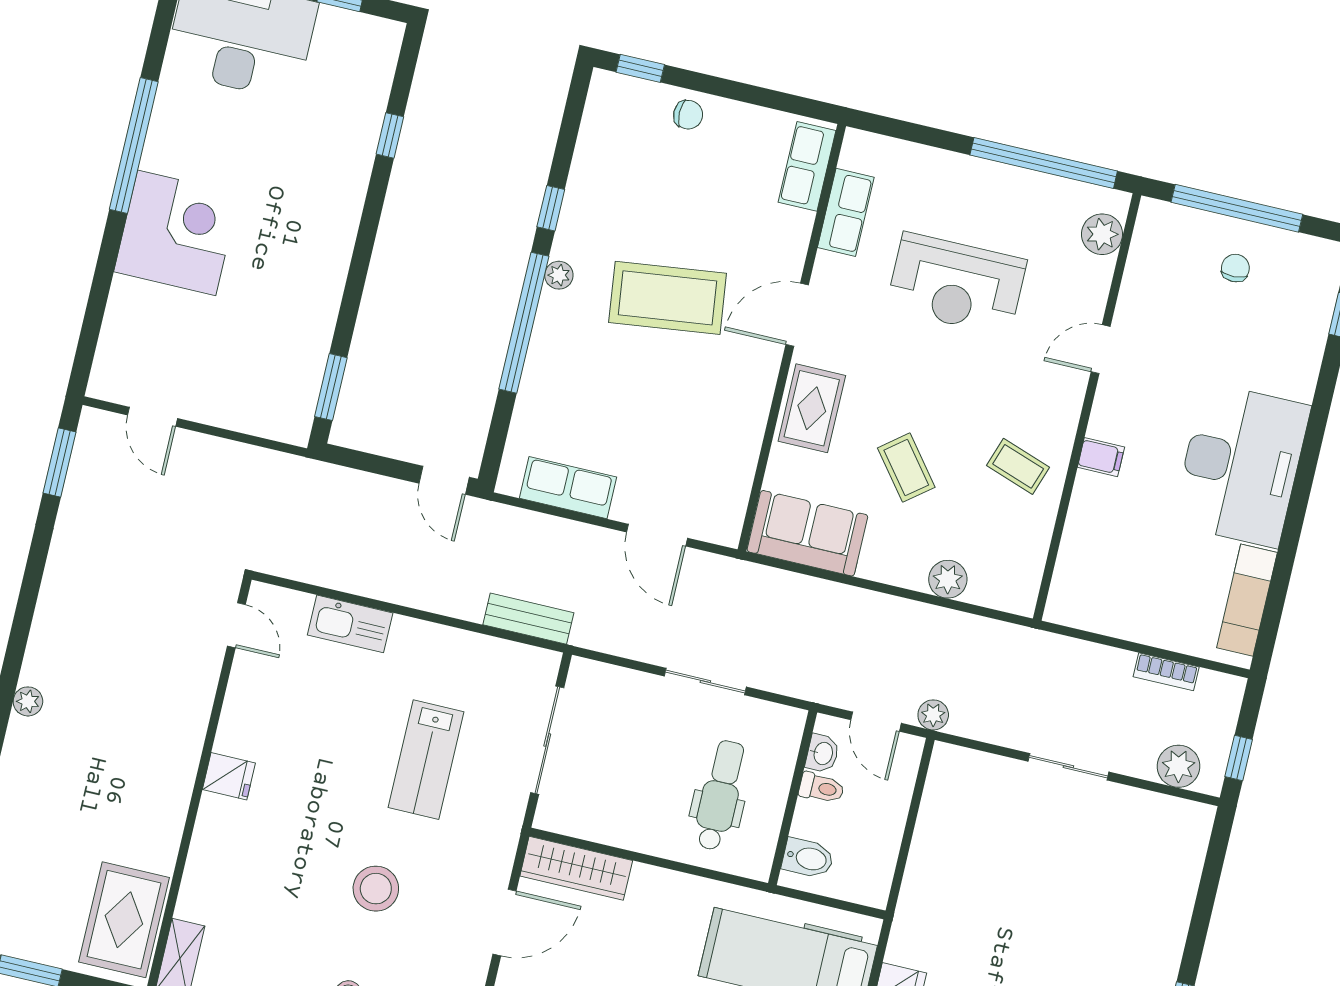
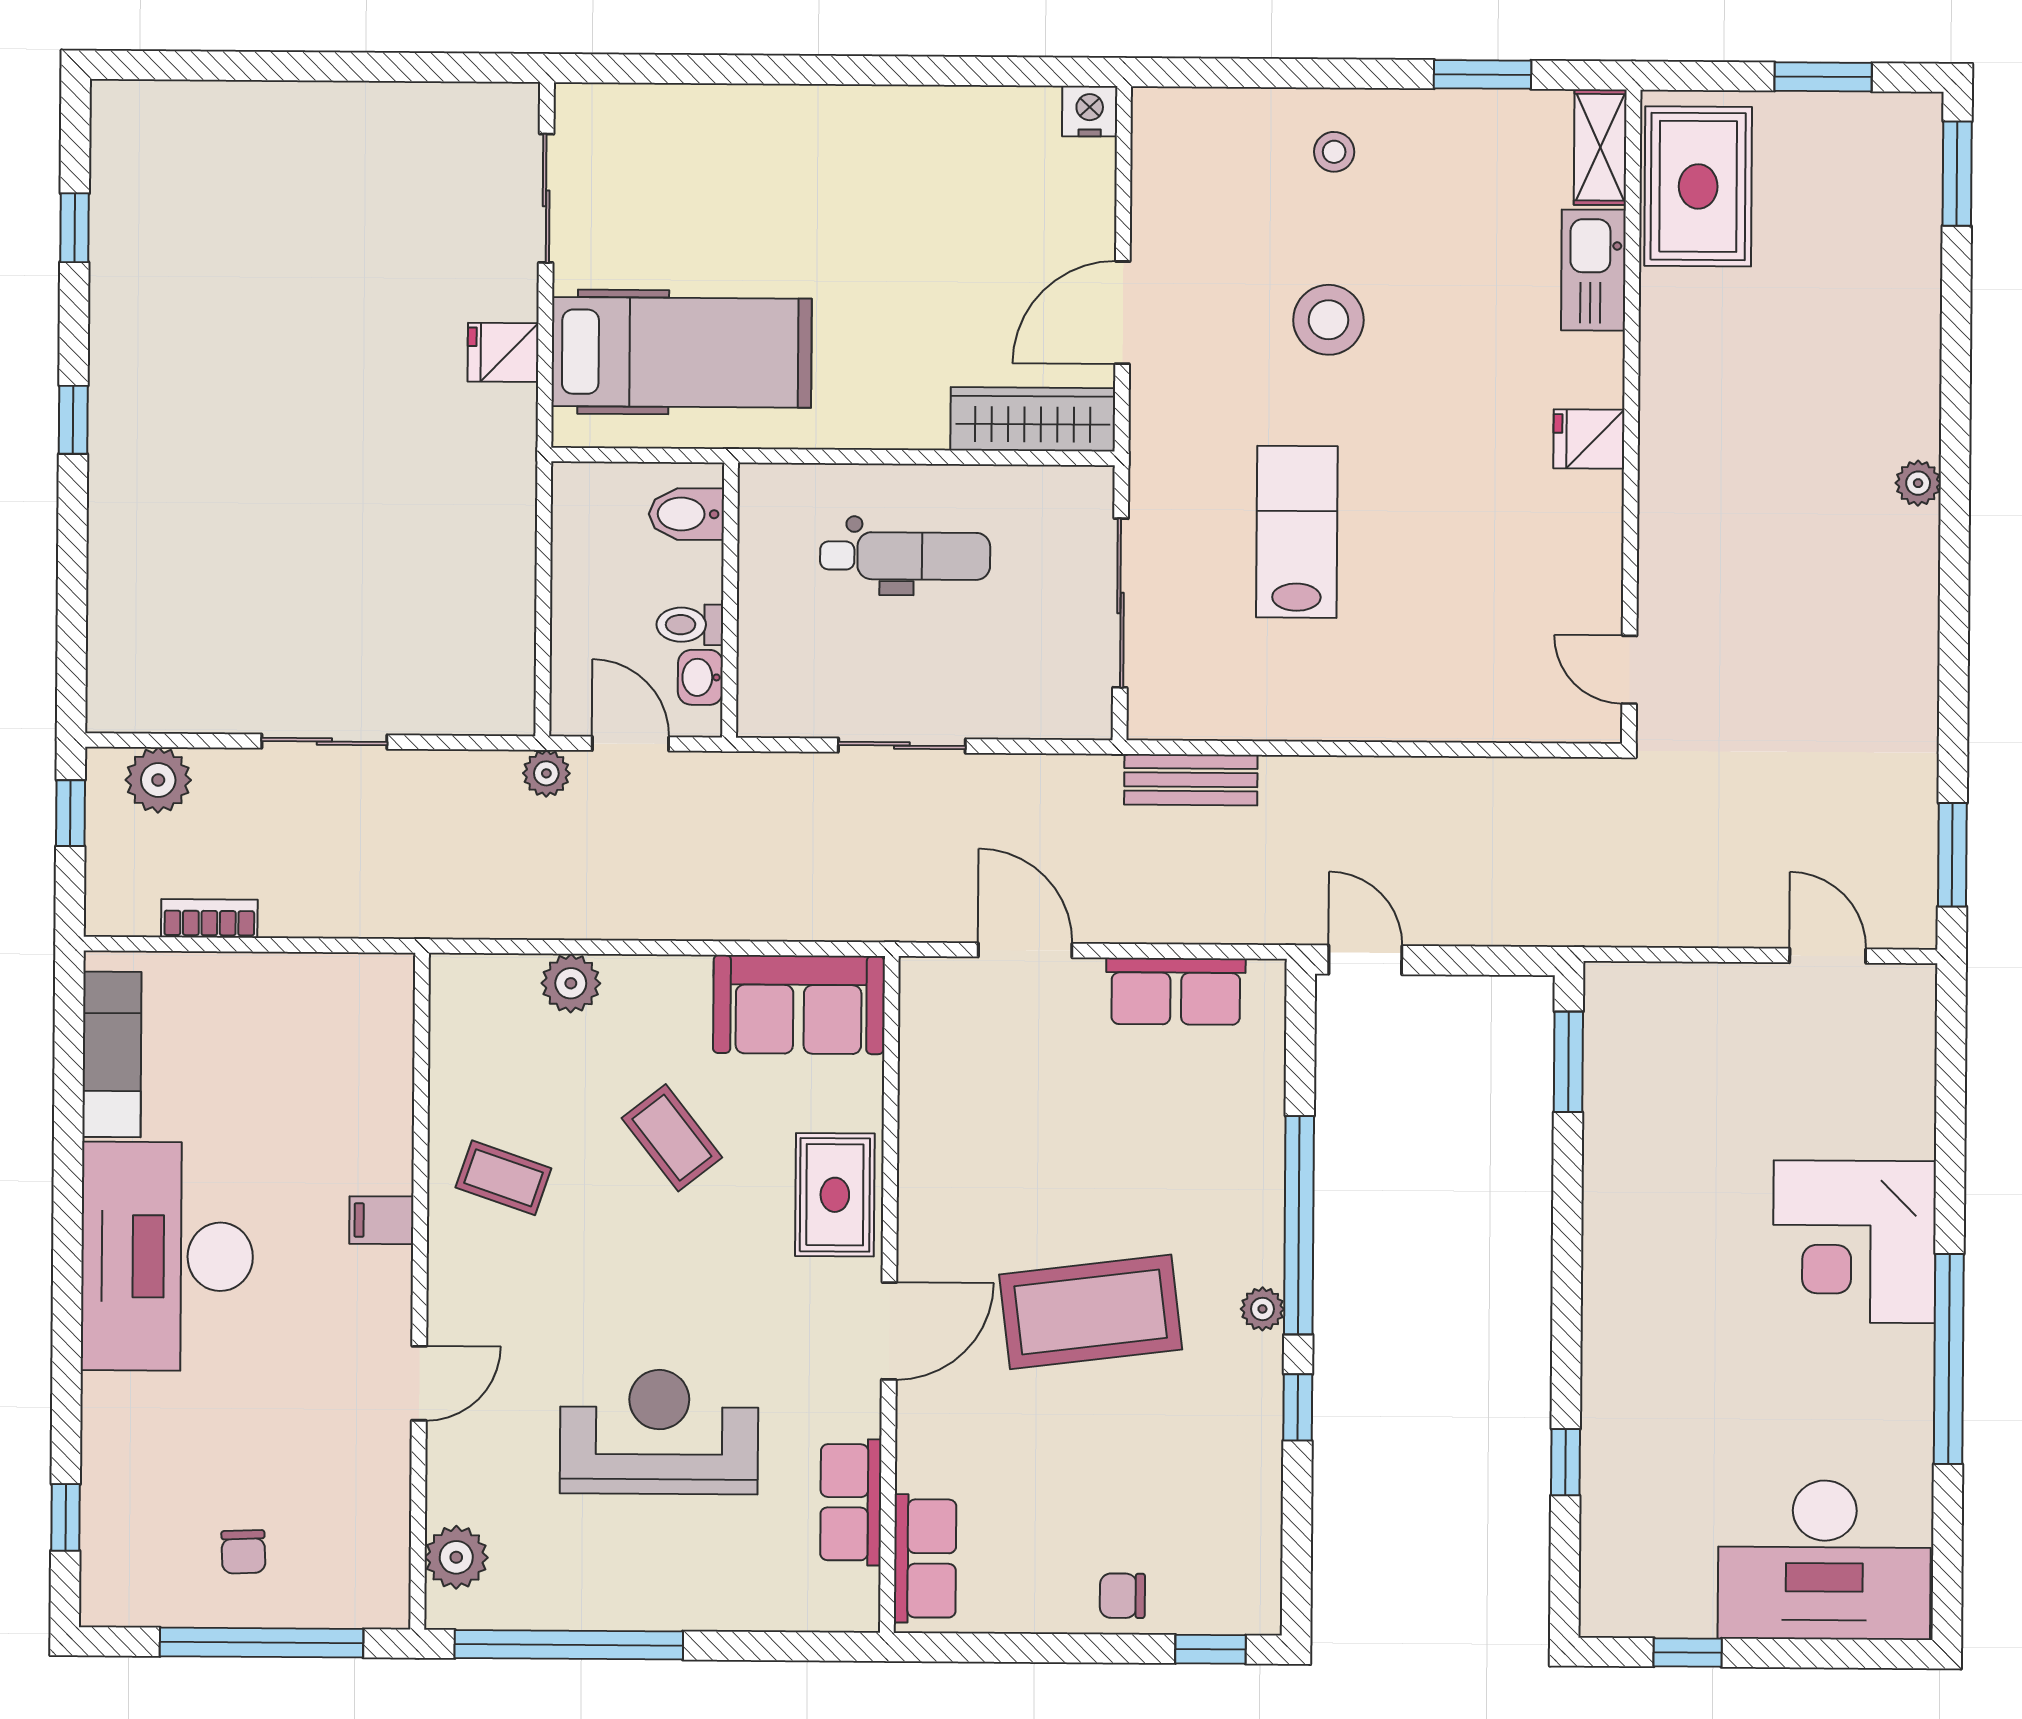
kitchen sink: (350, 624) -> (1593, 270), moved, turned -90
dental chair: (720, 795) -> (905, 556), moved, turned -90

